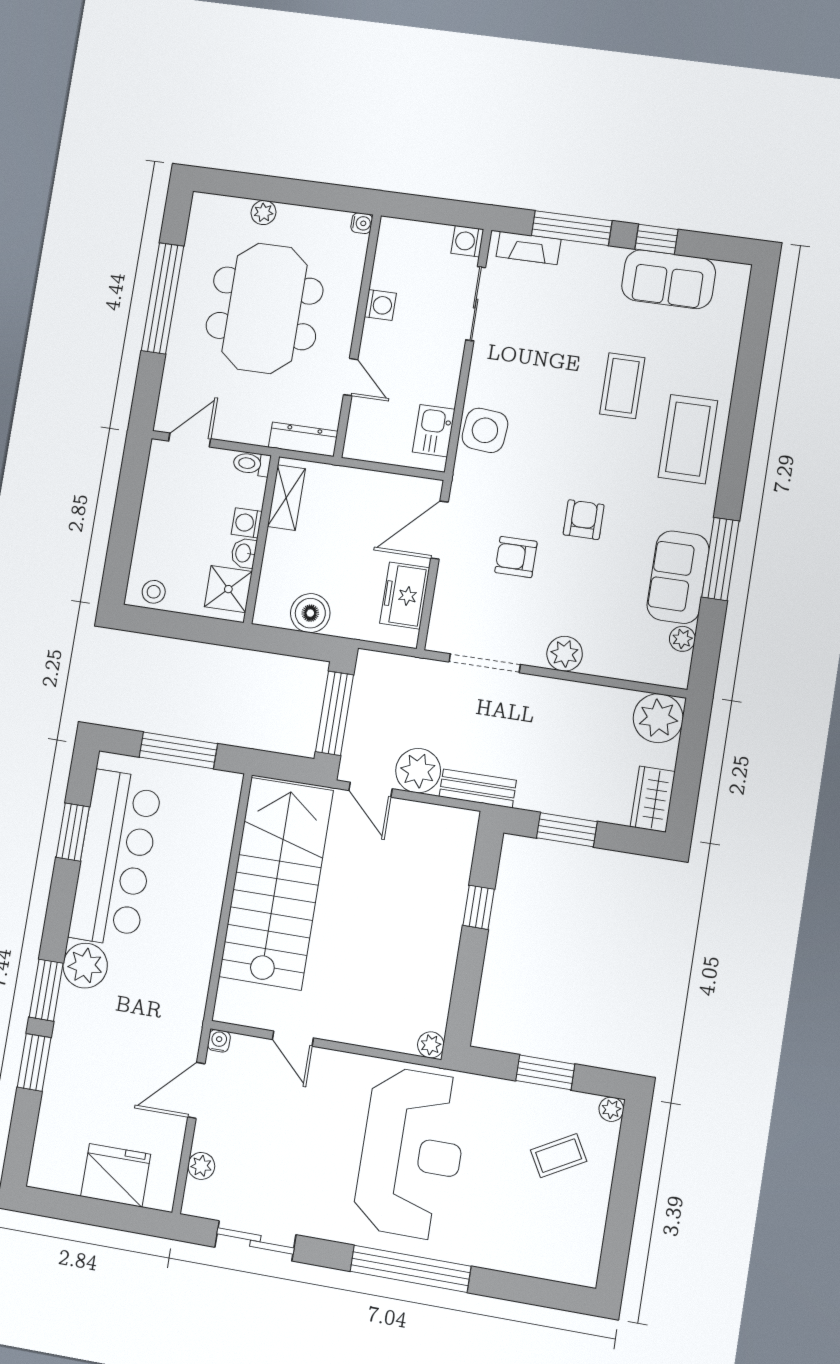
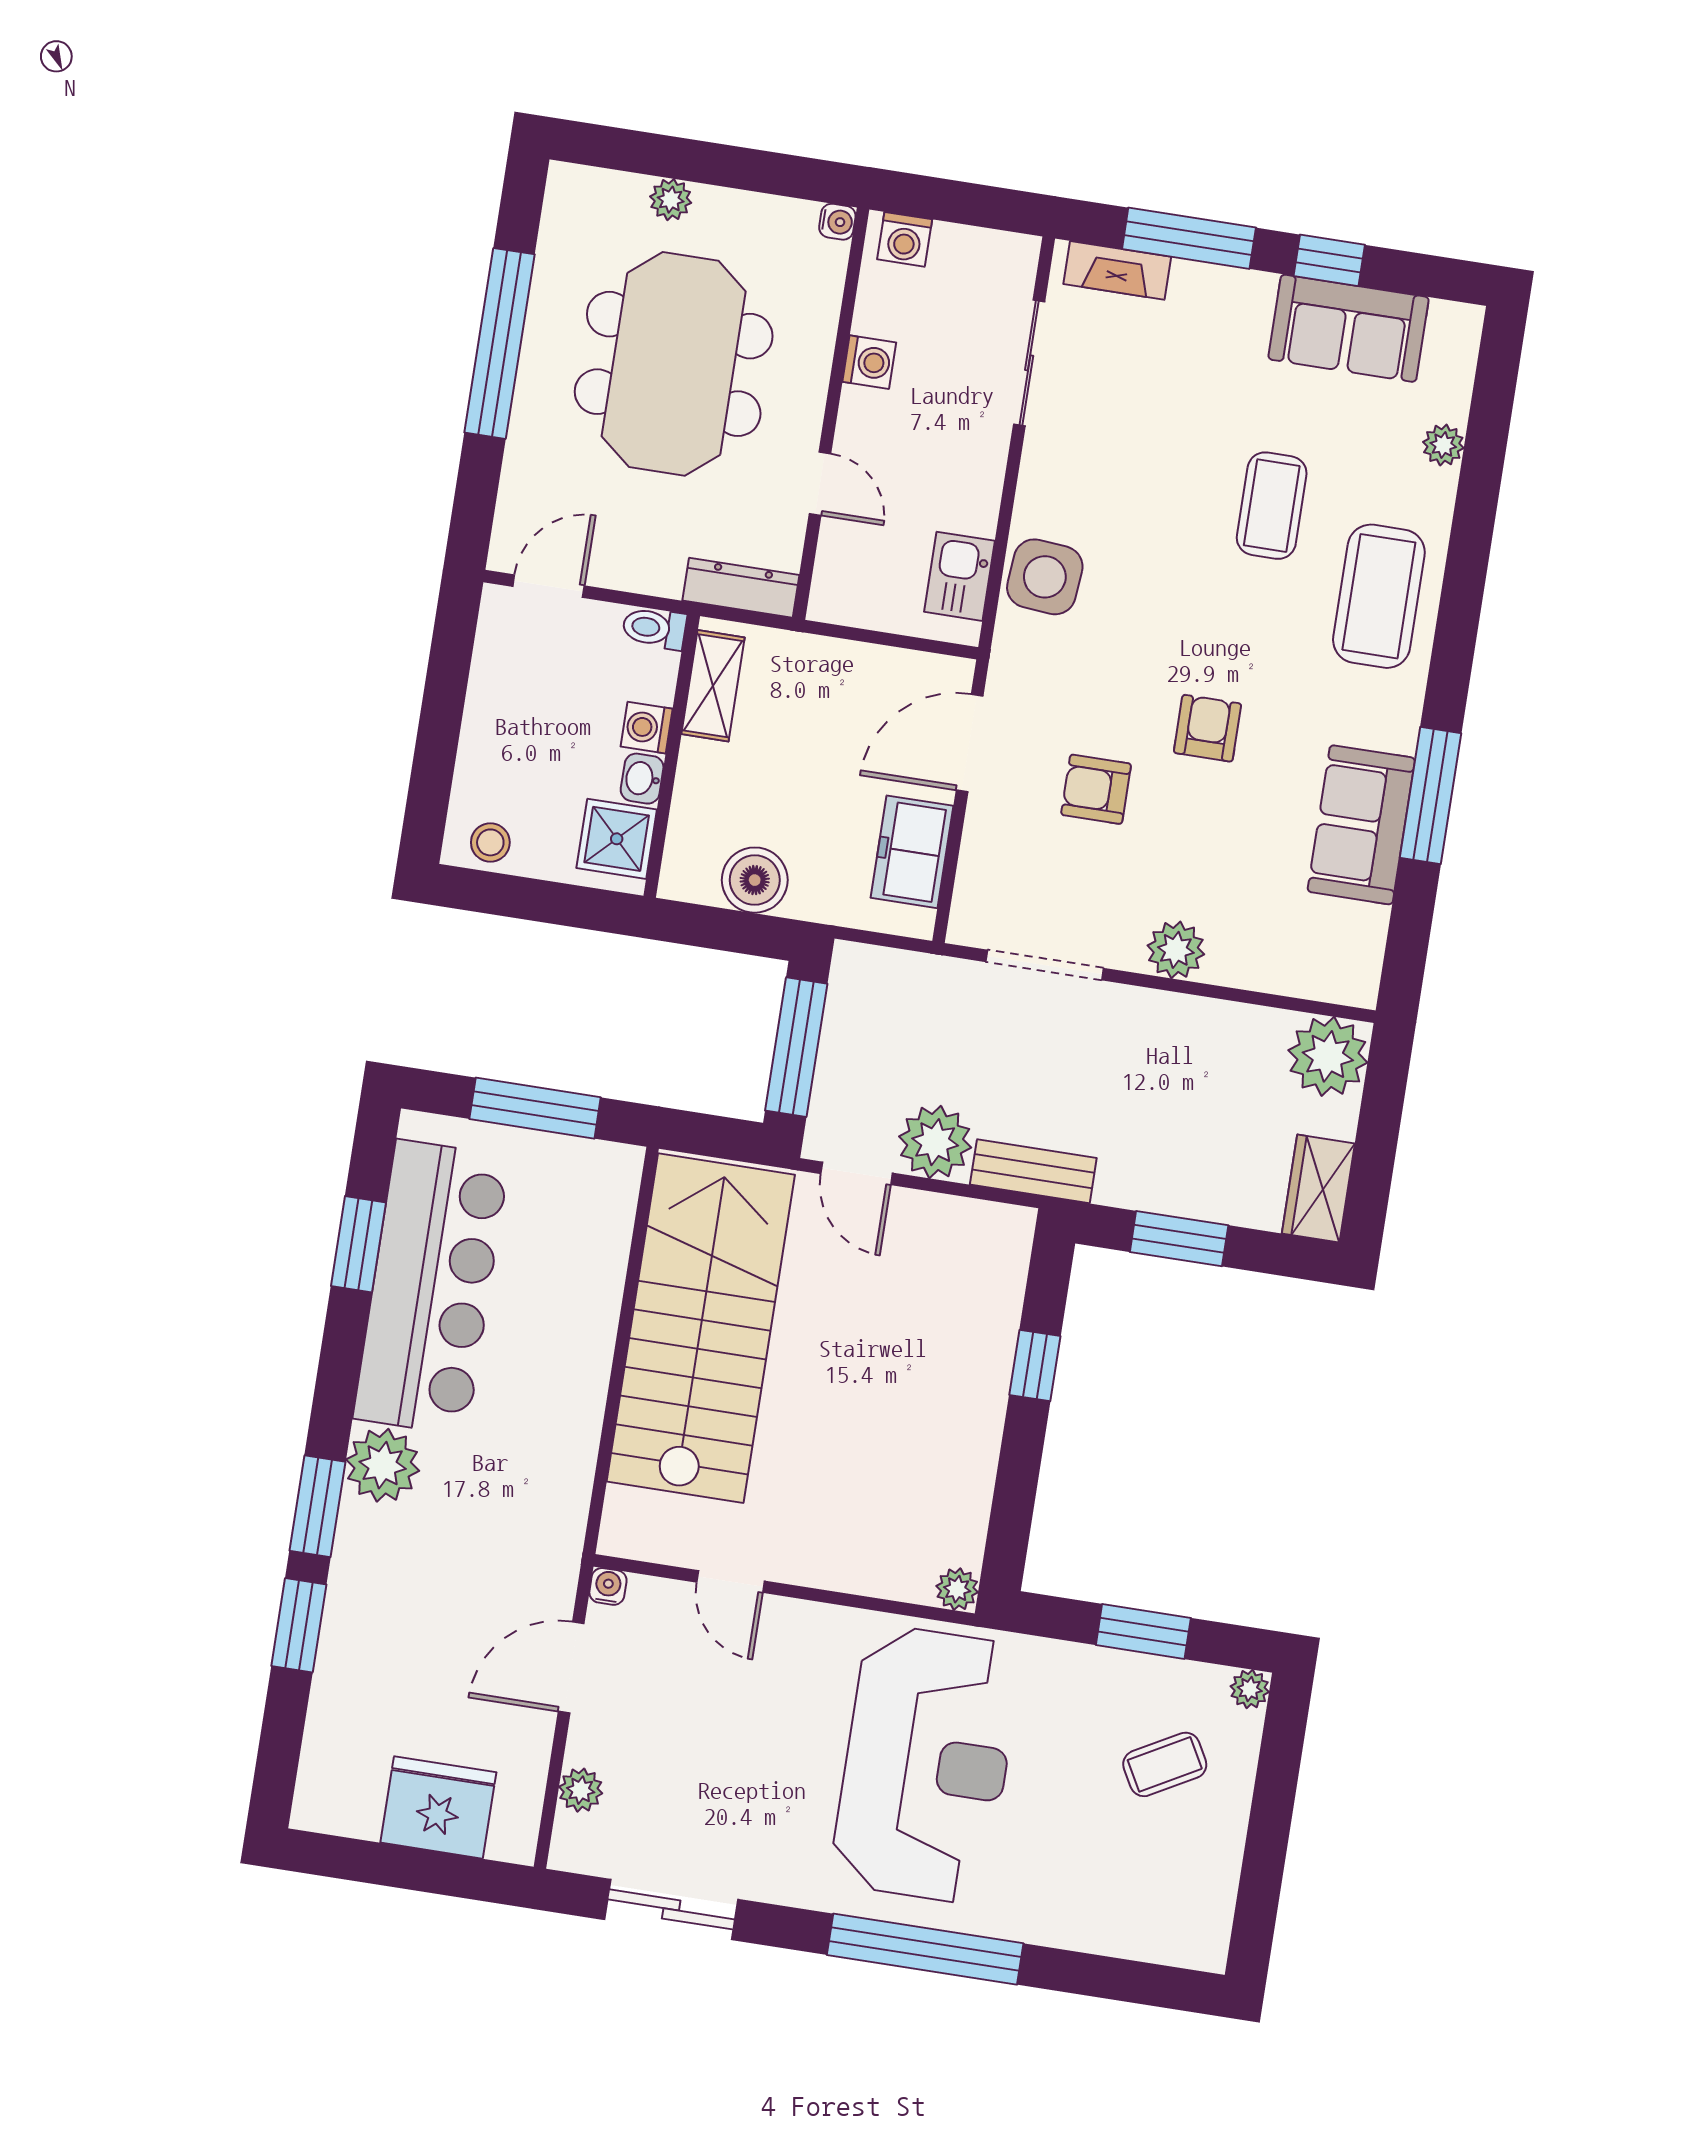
washing machine: (467, 241) -> (905, 239), moved, turned -90
plant: (682, 639) -> (1443, 445), moved

